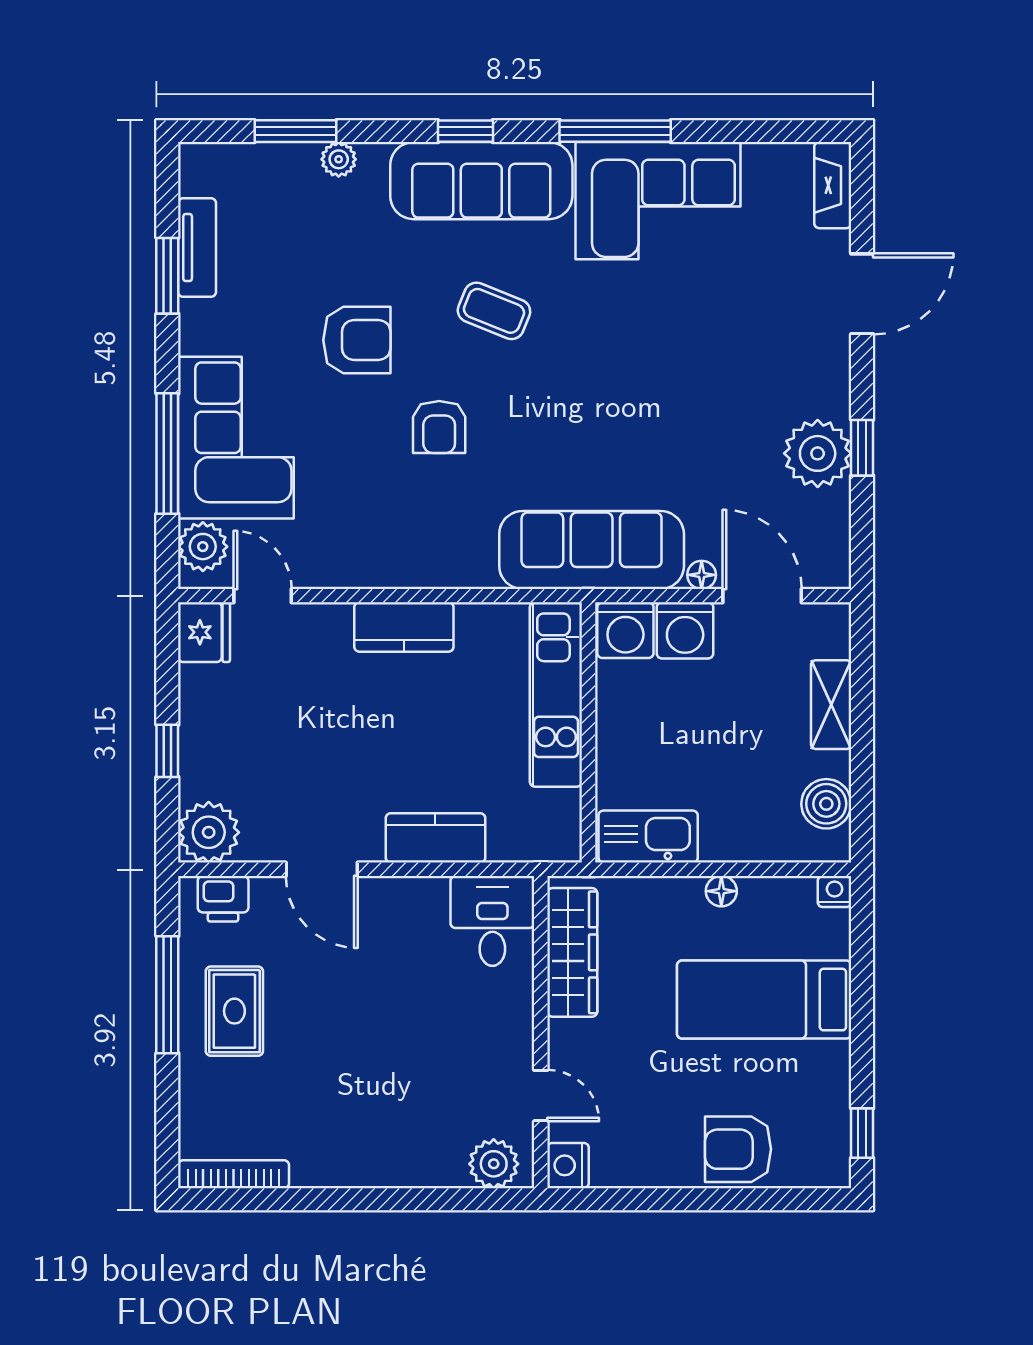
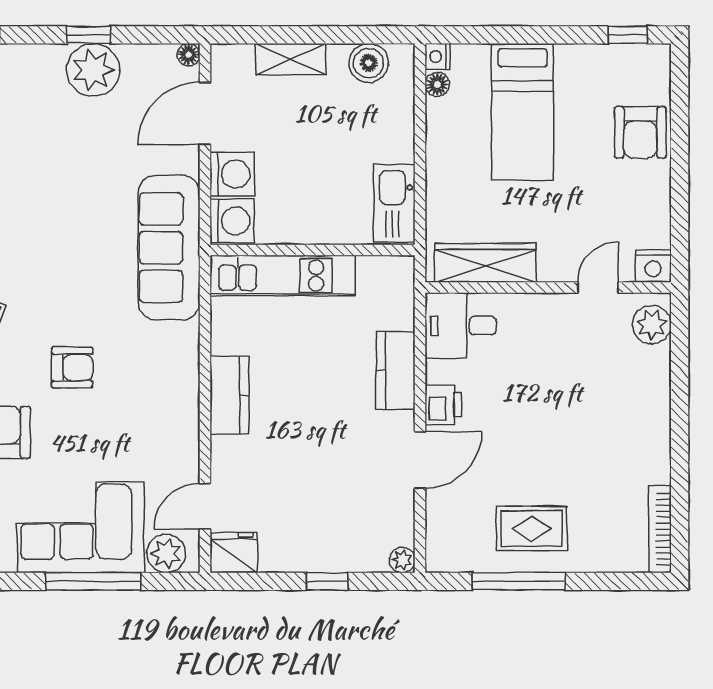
floor lamp: (702, 575) -> (189, 55), moved
plant: (209, 832) -> (402, 560), width x0.53, depth x0.53
floor lamp: (721, 891) -> (437, 84), moved
printer: (223, 899) -> (443, 405), moved

